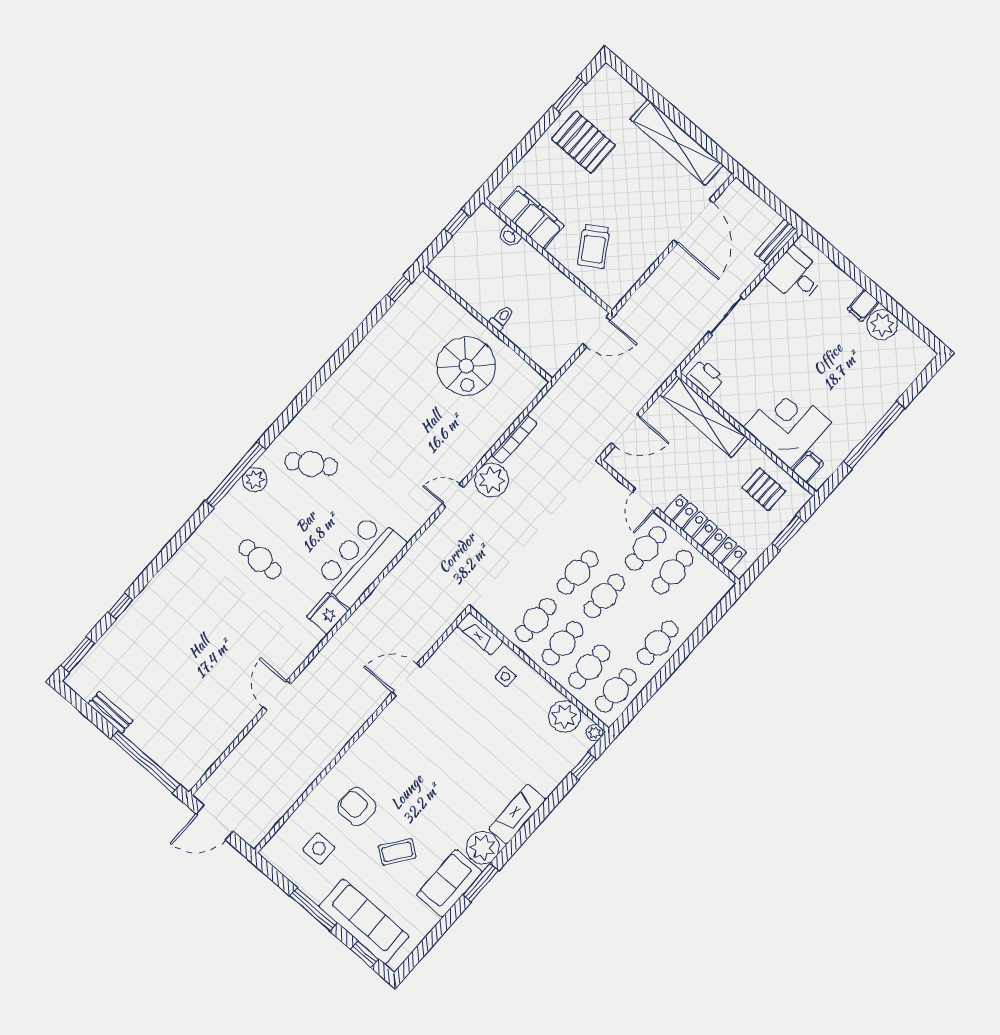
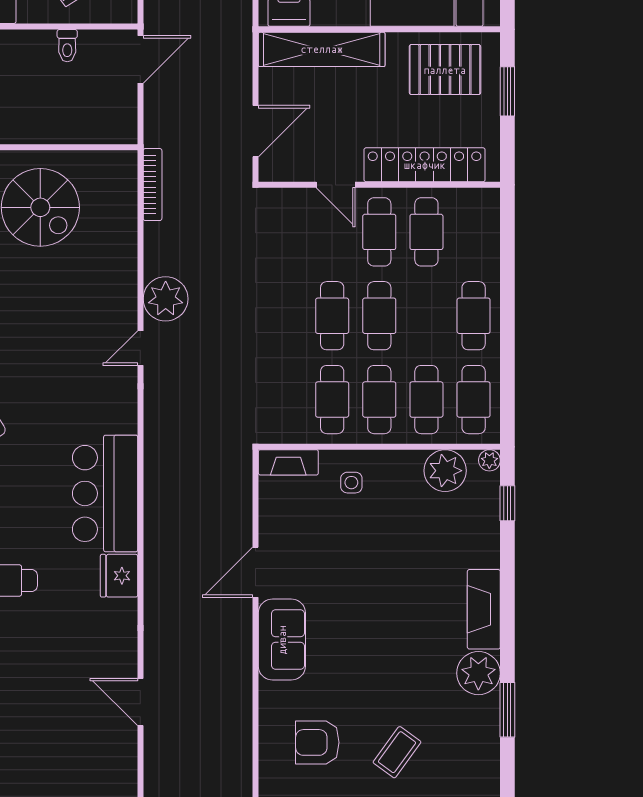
toilet: (502, 318) -> (67, 46), moved, turned 180
bookcase: (514, 439) -> (153, 185), moved
pallet: (764, 489) -> (445, 70), width x1.50, depth x1.42
sofa: (449, 883) -> (282, 640), moved, turned 180

